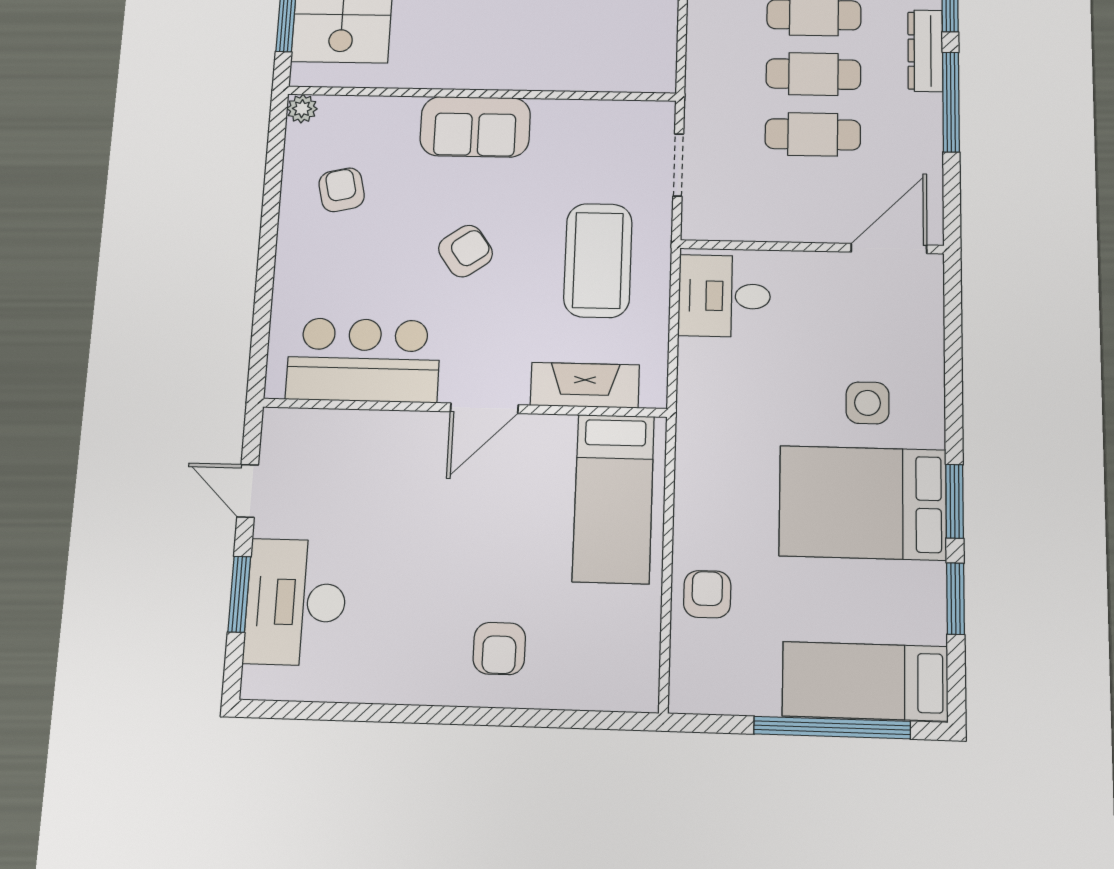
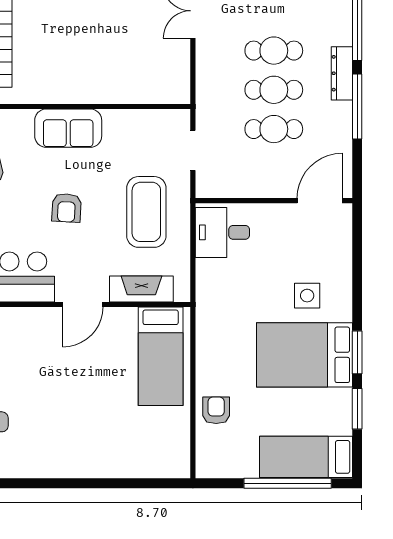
armchair: (465, 251) -> (66, 208), turned 128
armchair: (499, 648) -> (98, 445), removed

